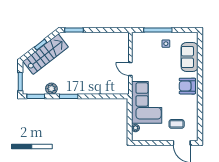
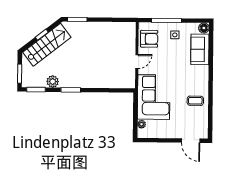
floor lamp: (193, 37) -> (204, 28), added
door: (130, 69) -> (137, 61), swing flipped
armchair: (187, 86) -> (149, 39), moved, turned 180
coffee table: (177, 124) -> (195, 101), moved

